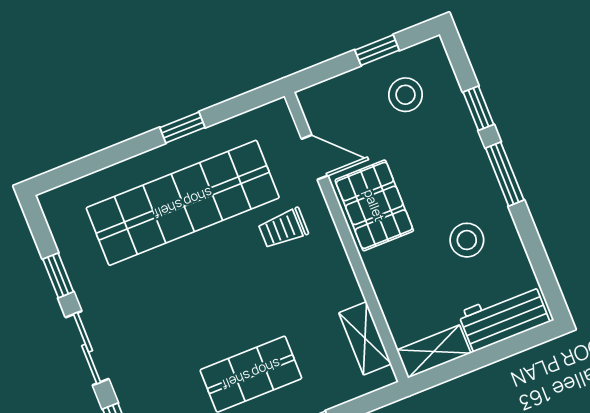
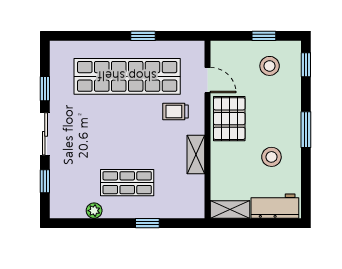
window: (478, 108) -> (306, 65), moved
shelving: (365, 338) -> (196, 155), moved

